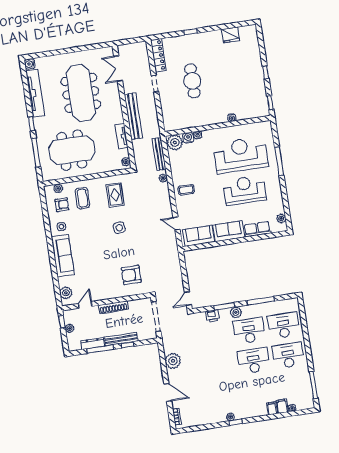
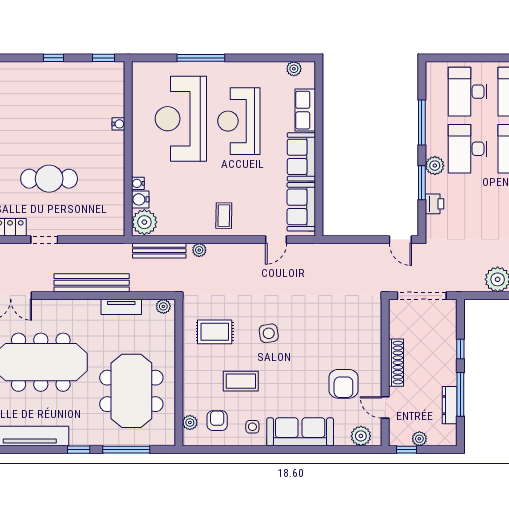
coffee table: (82, 198) -> (241, 381), moved
armchair: (131, 275) -> (343, 384), moved
bench: (121, 339) -> (449, 358), removed

